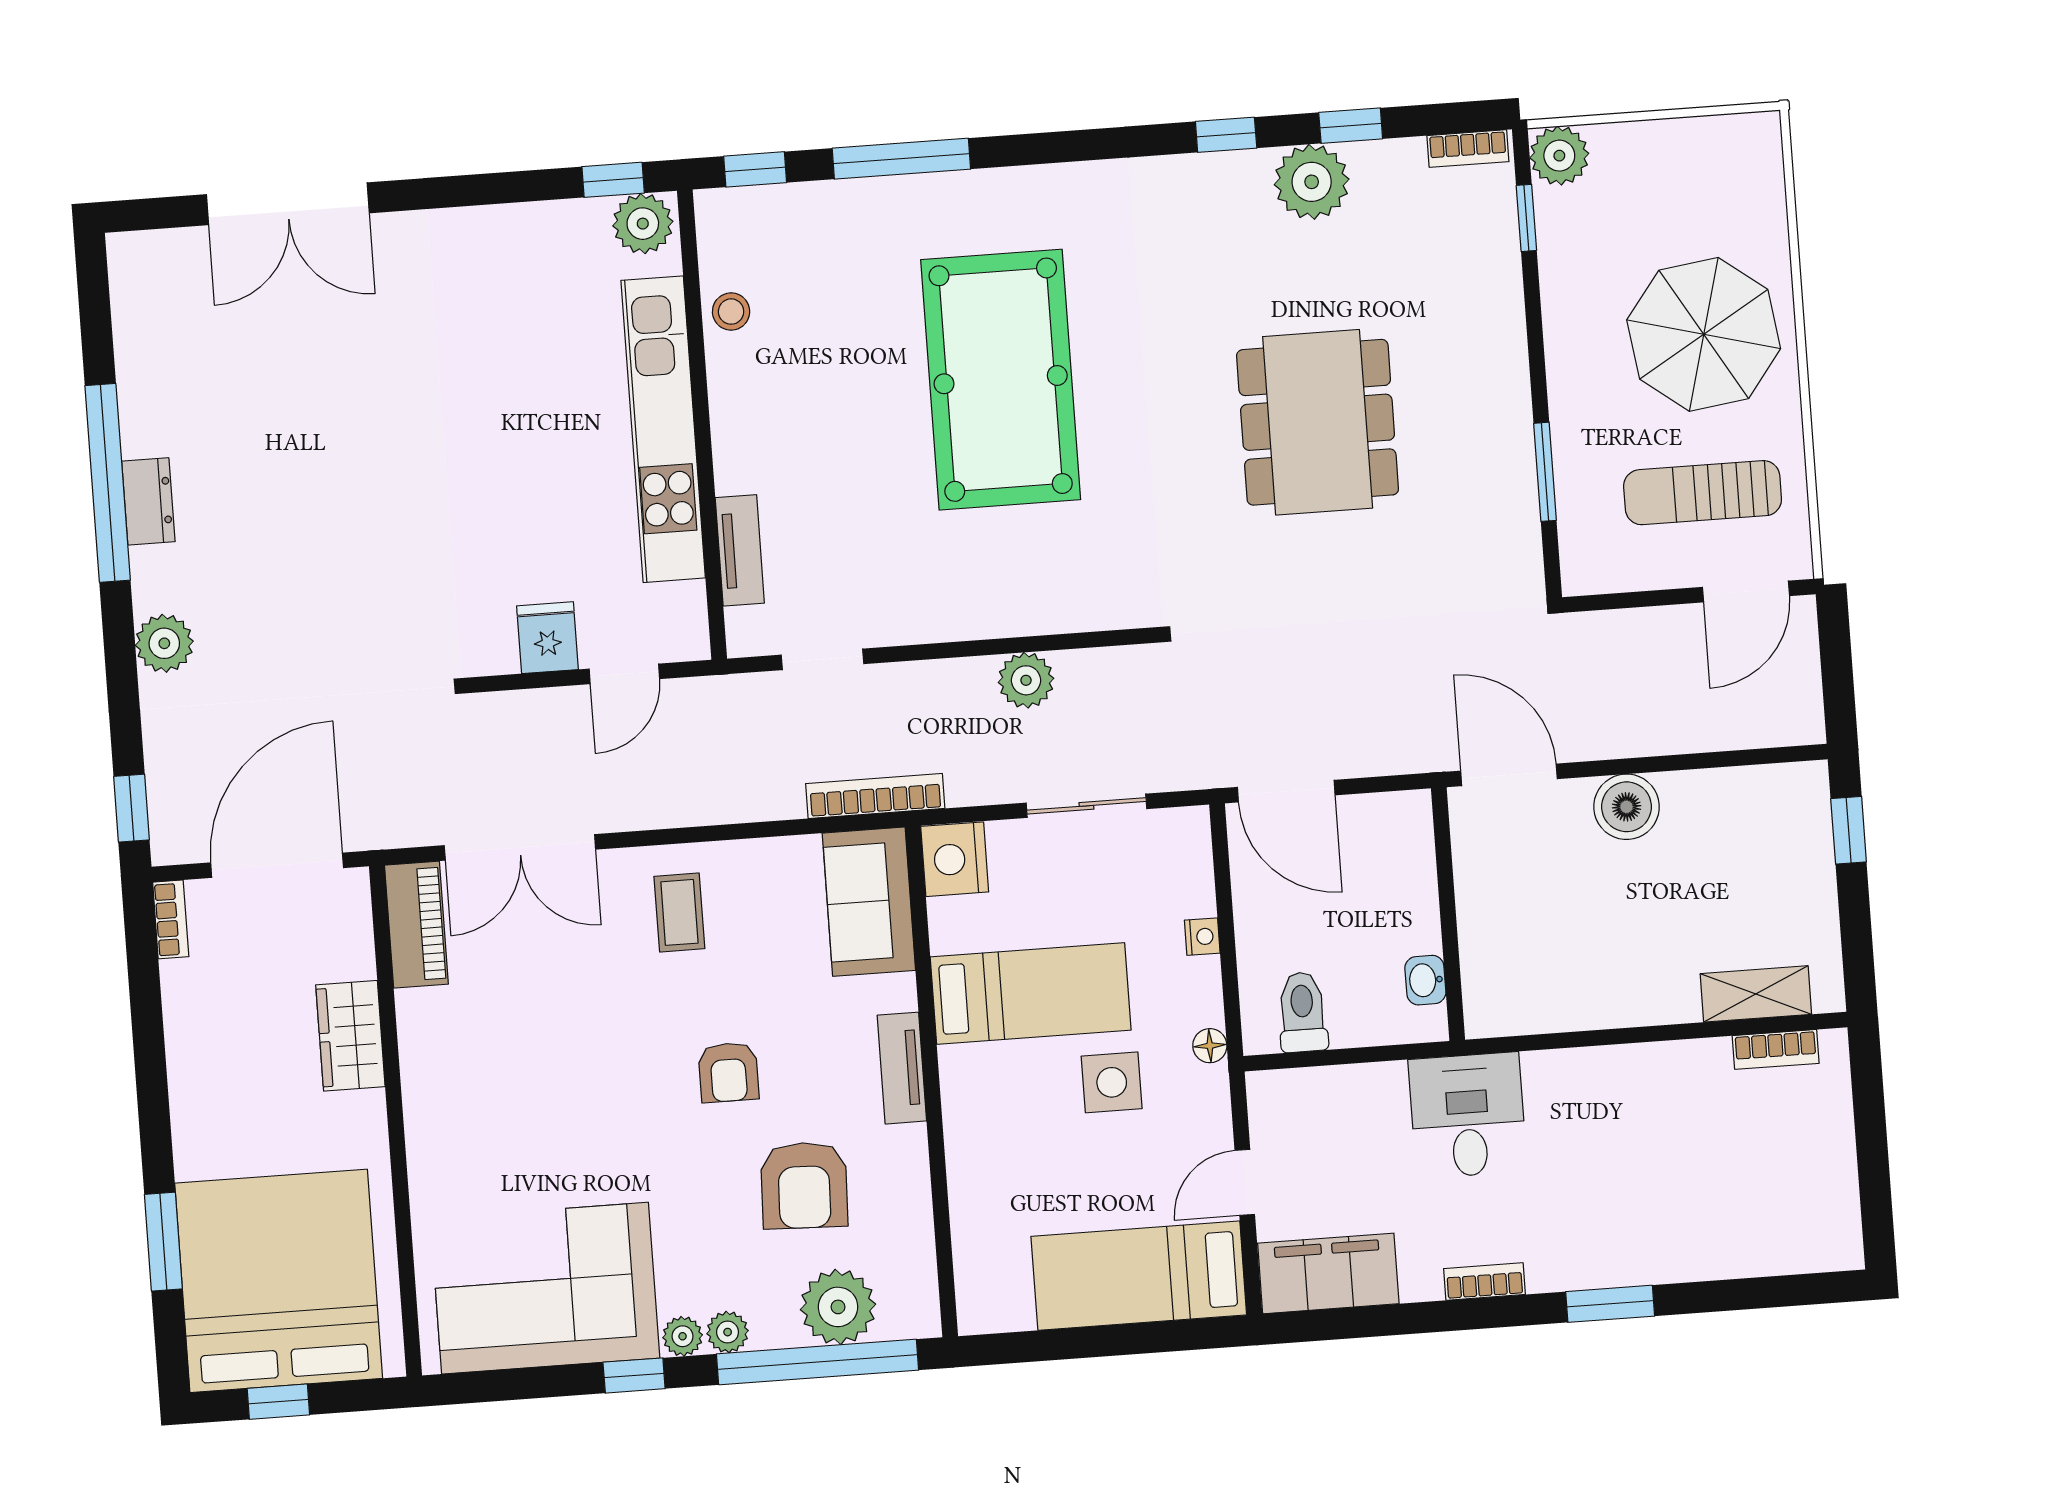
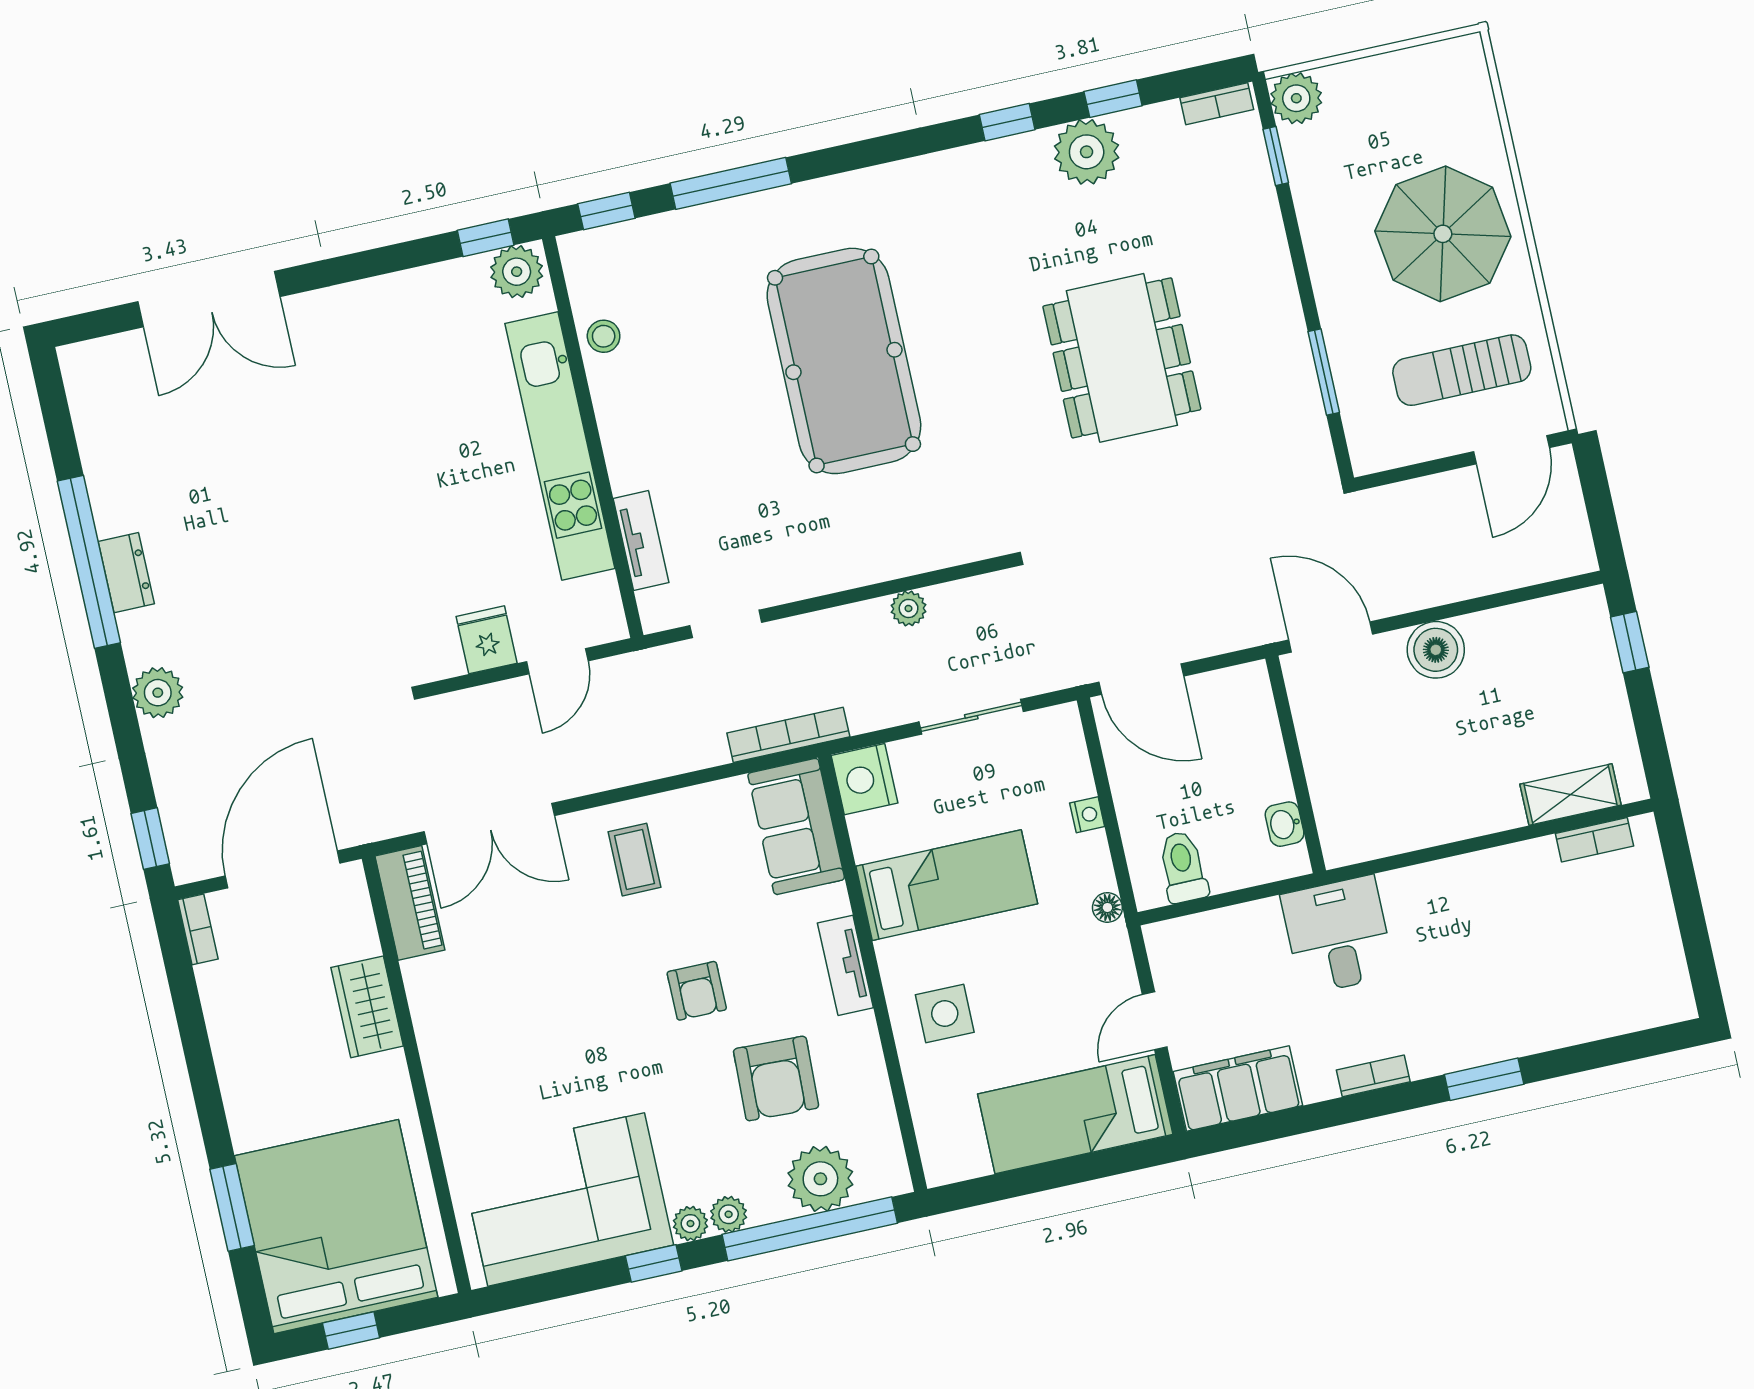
plant: (1026, 680) -> (909, 608), width x0.73, depth x0.73
side table: (1112, 1082) -> (945, 1014), moved

